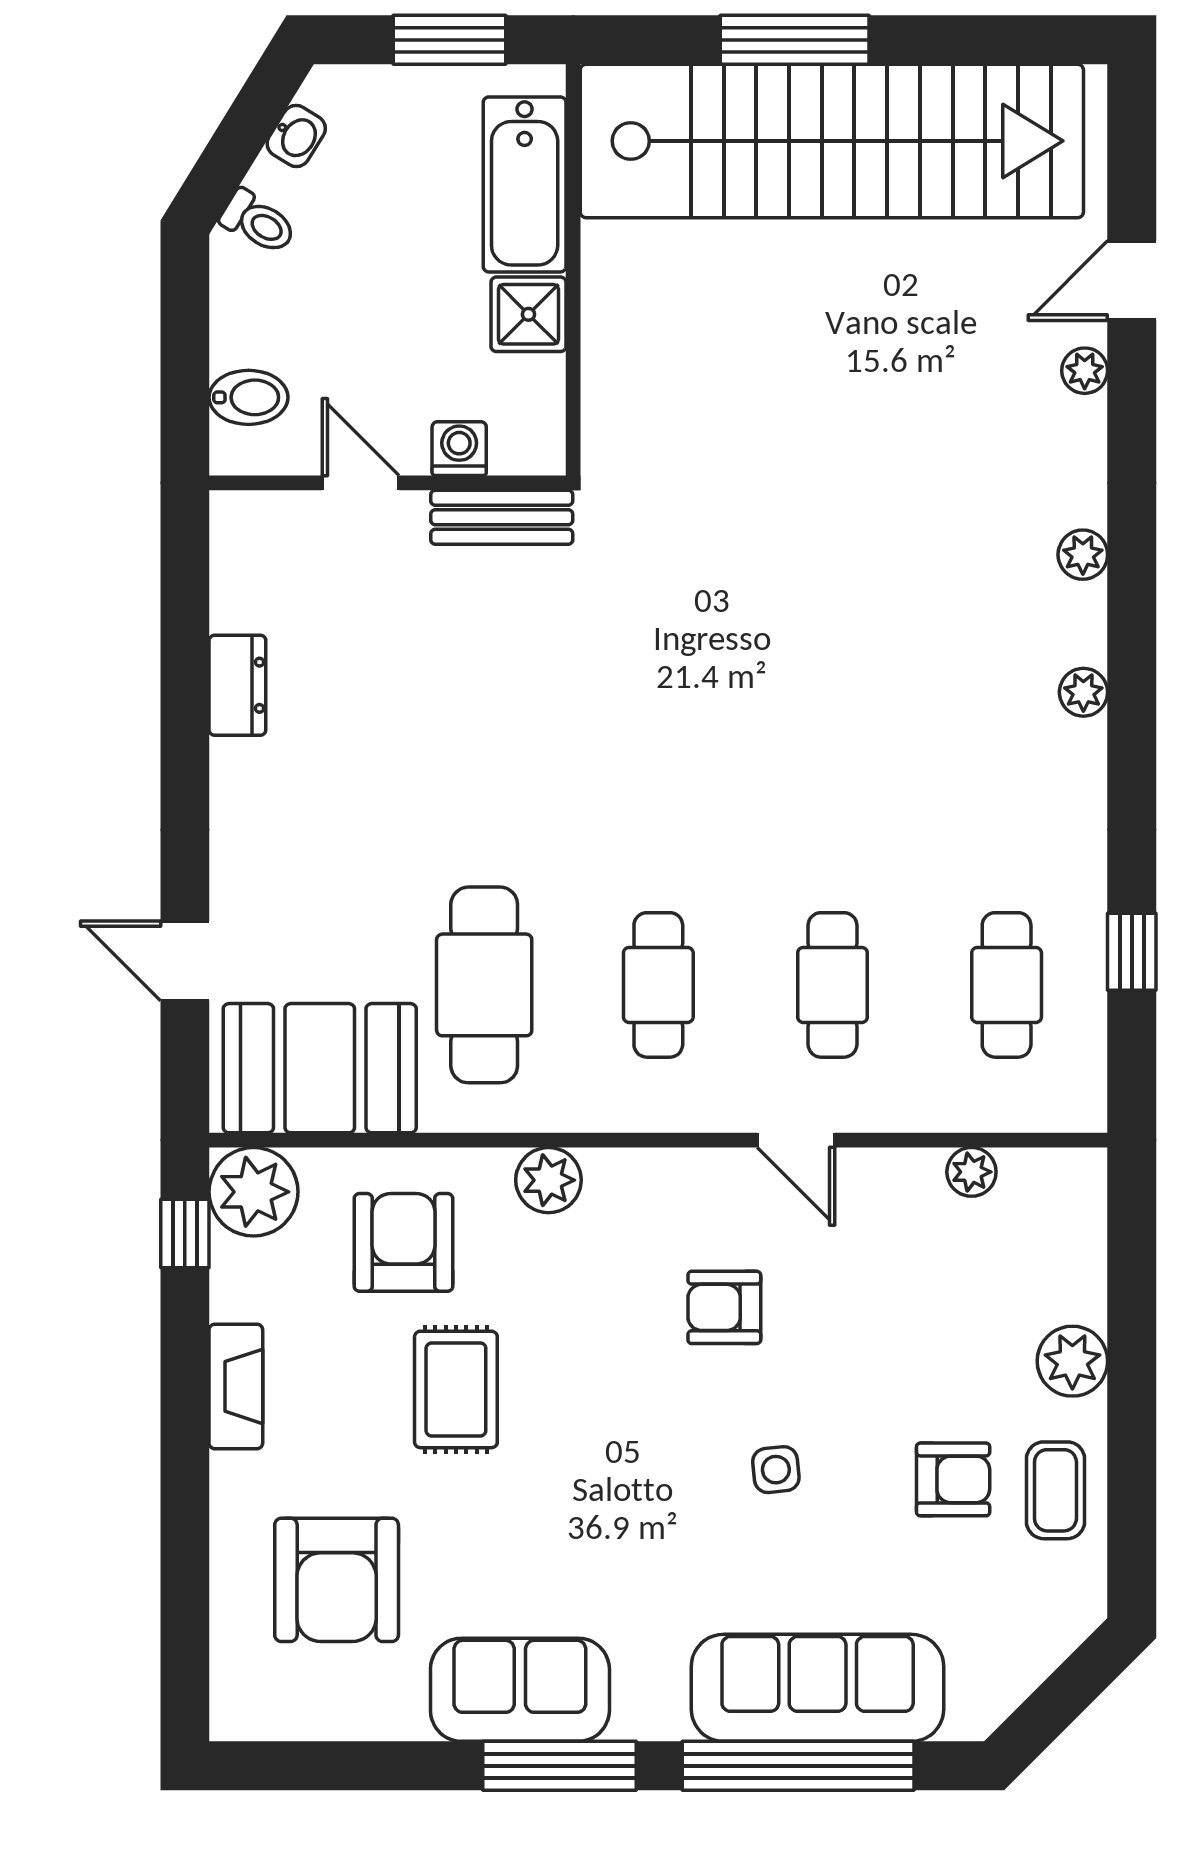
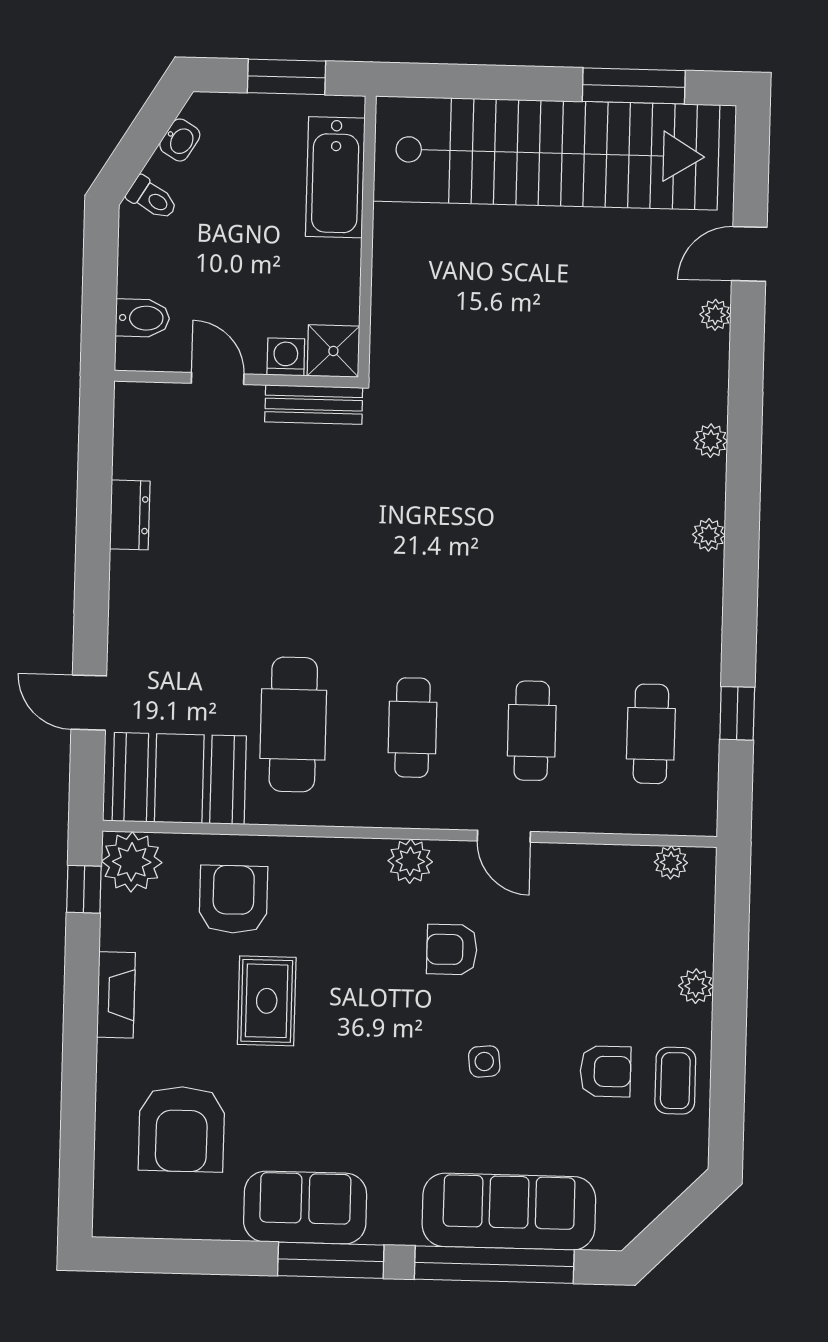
window: (795, 40) -> (634, 86), moved
shower: (528, 314) -> (333, 351), moved
plant: (971, 1172) -> (671, 862), moved
plant: (548, 1180) -> (410, 861), moved
plant: (1072, 1361) -> (696, 986), width x0.73, depth x0.73

